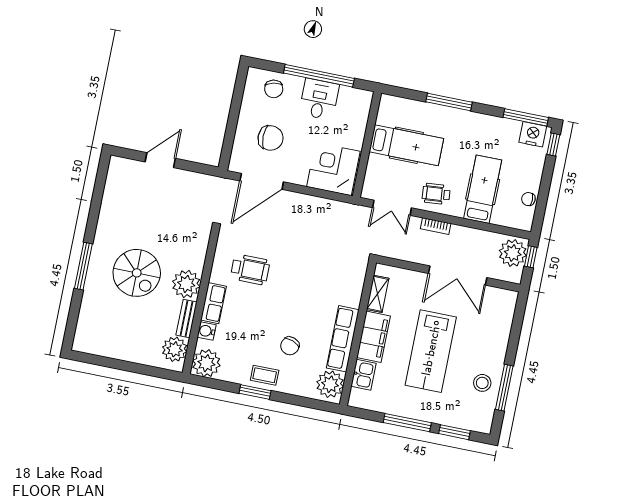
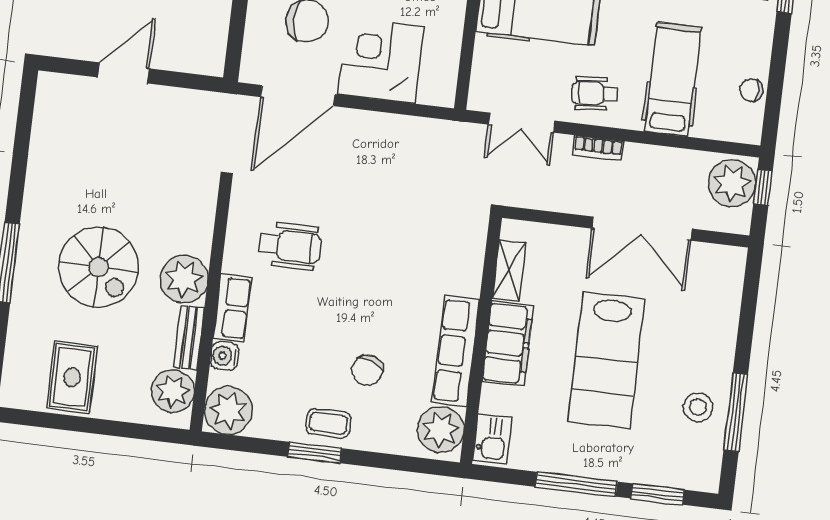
corner desk: (333, 169) -> (381, 61), moved
rug: (116, 336) -> (72, 377), added
kitchen sink: (364, 375) -> (492, 439), moved

